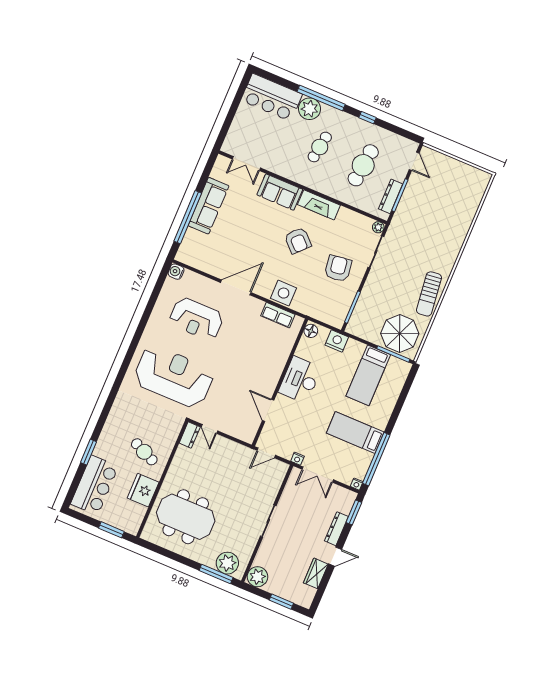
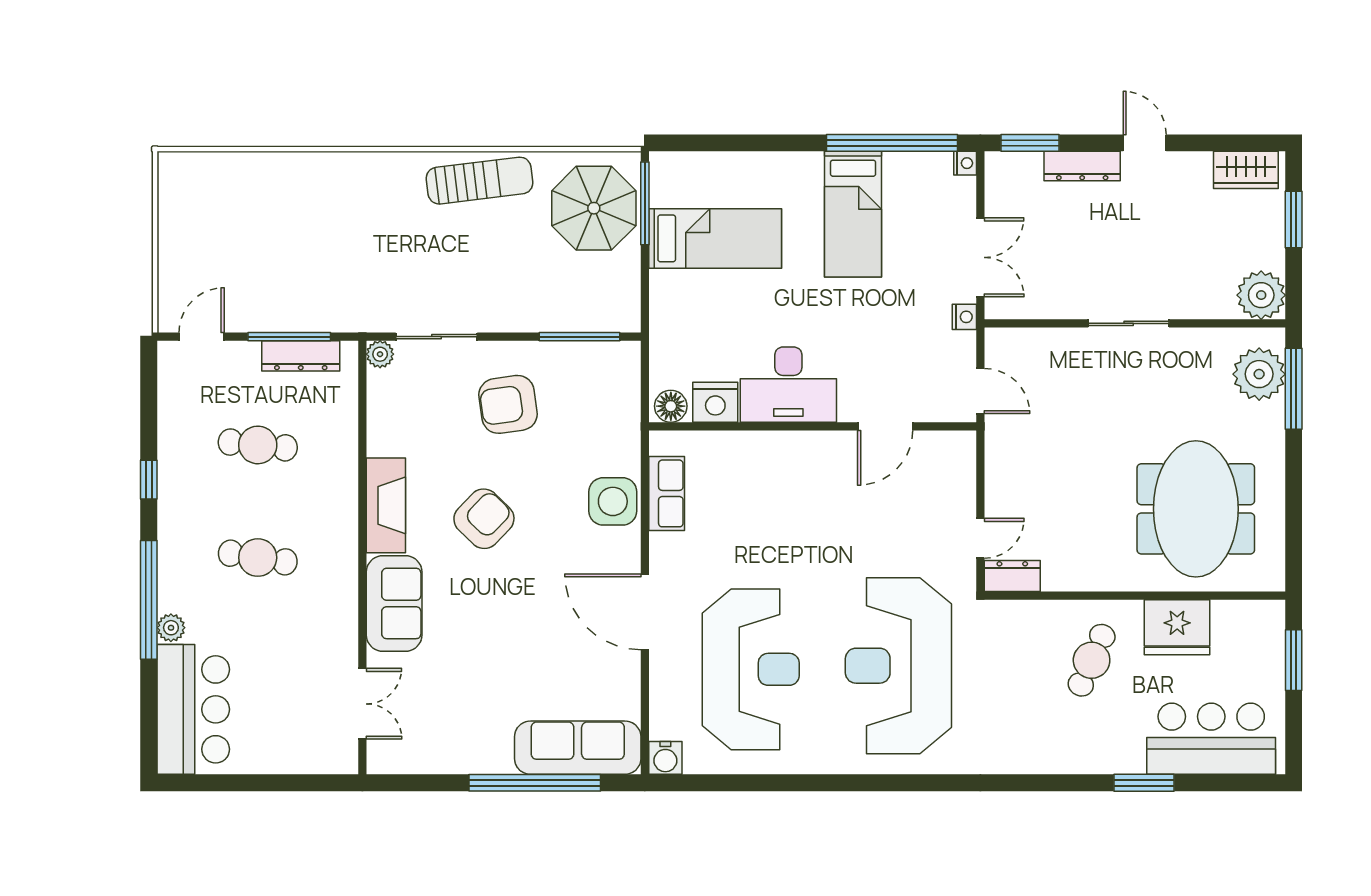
plant: (310, 109) -> (171, 628), width x0.53, depth x0.53
cafe table: (363, 165) -> (258, 445), width x0.73, depth x0.74
sofa: (209, 206) -> (578, 748), moved
reception desk: (196, 319) -> (751, 669), width x1.36, depth x1.30
nightstand: (337, 341) -> (715, 402), moved, turned -90
wardrobe: (316, 573) -> (1246, 170), moved

